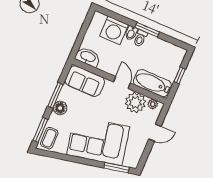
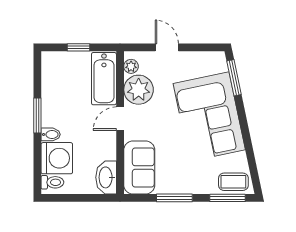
toilet: (140, 38) -> (52, 182), moved
floor lamp: (60, 108) -> (188, 185), removed

